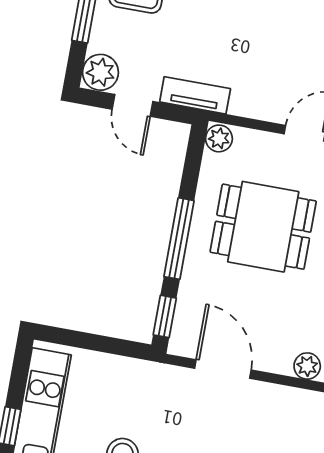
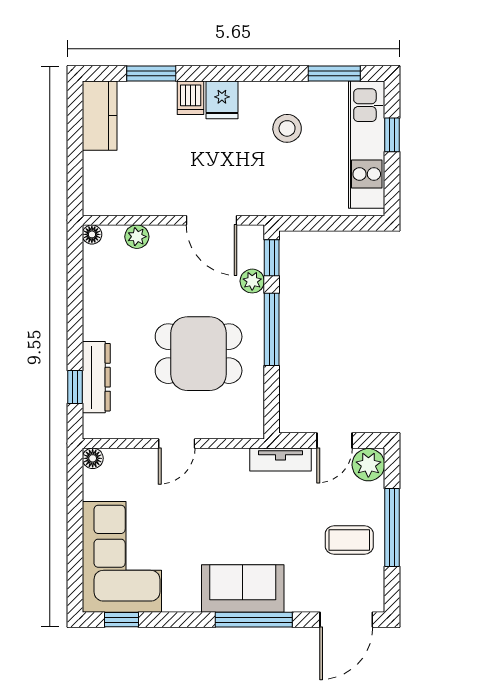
door: (133, 105) -> (335, 441), swing flipped
plant: (219, 138) -> (252, 281), moved

